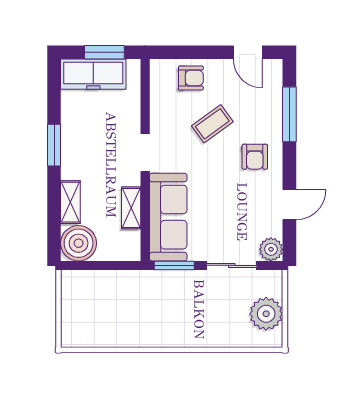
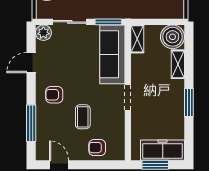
coffee table: (212, 124) -> (83, 117), turned -54
armchair: (255, 157) -> (54, 95), turned -90
shelving: (131, 208) -> (137, 39), moved

